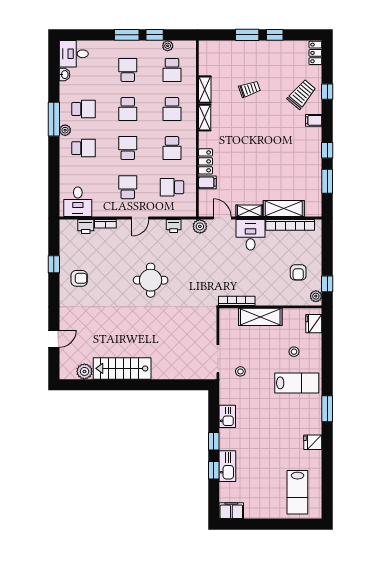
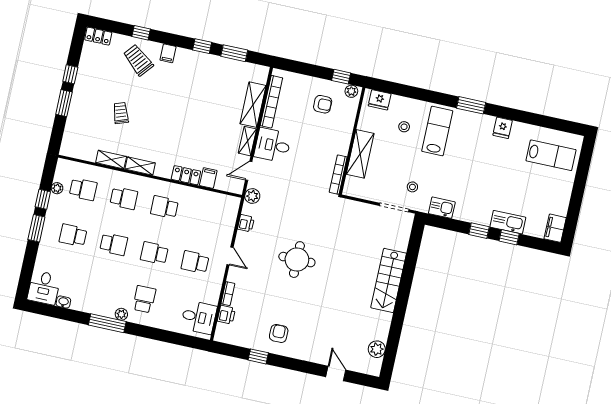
school desk: (83, 109) -> (104, 290), removed
school desk: (172, 148) -> (164, 207), turned 180
school desk: (172, 187) -> (205, 216), removed
stairs: (122, 368) -> (389, 280), moved
kitchen sink: (227, 416) -> (442, 208), moved

